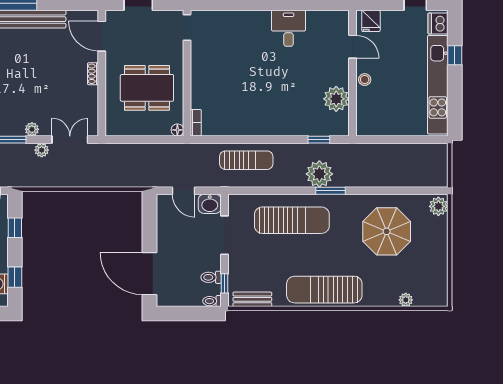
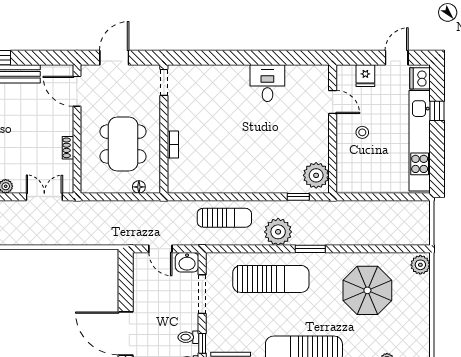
fridge: (371, 21) -> (365, 76), moved
shoe rack: (93, 74) -> (68, 148), moved
stool: (365, 80) -> (362, 132), moved
dining table: (147, 88) -> (123, 144), turned 90
plant: (336, 99) -> (316, 175), moved
bookcase: (196, 123) -> (173, 144), moved
floor lamp: (177, 130) -> (139, 187), moved
plant: (42, 150) -> (16, 207), removed
plant: (319, 174) -> (278, 232), moved

